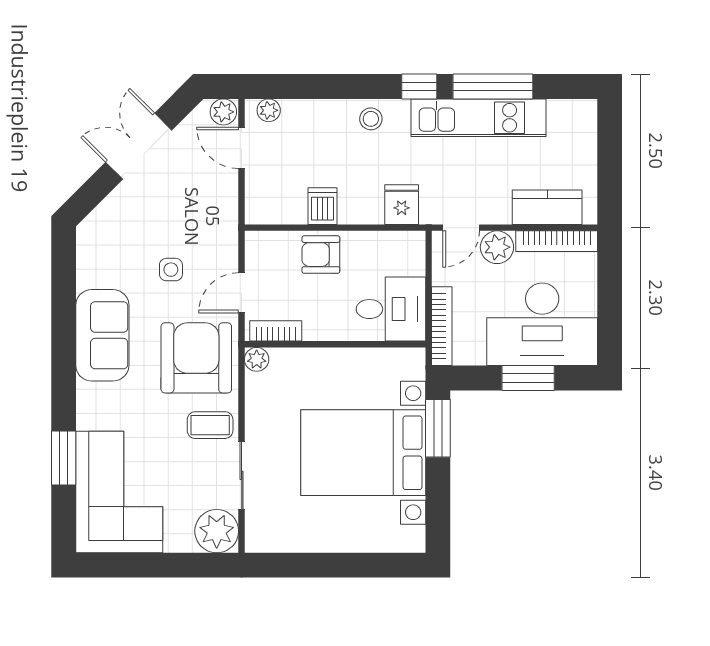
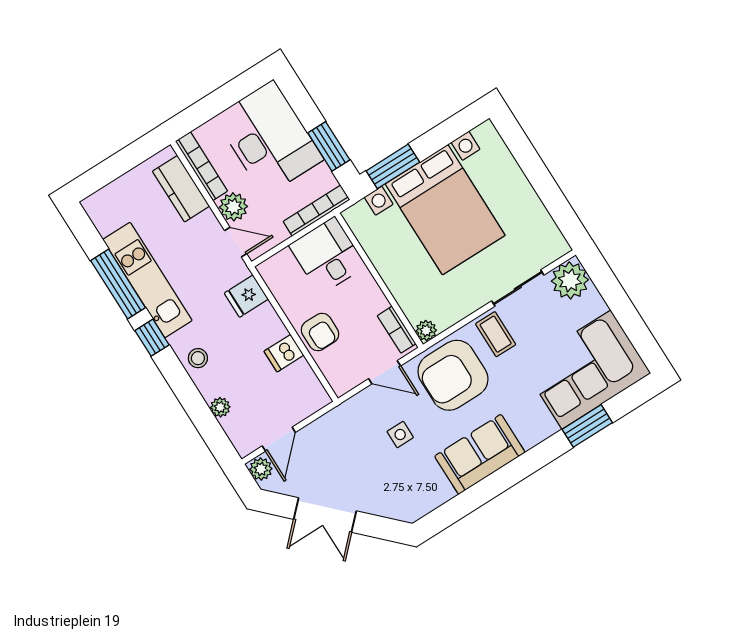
plant: (269, 110) -> (220, 407), moved
window: (528, 378) -> (329, 146), moved

